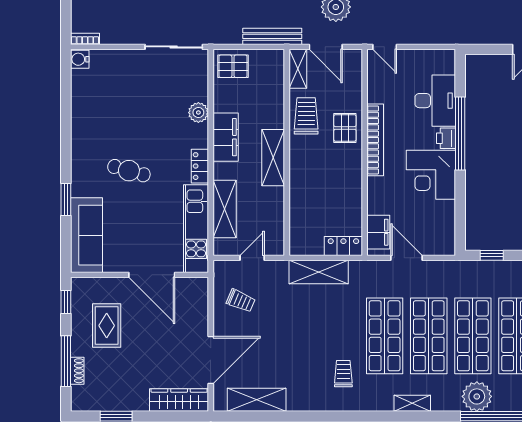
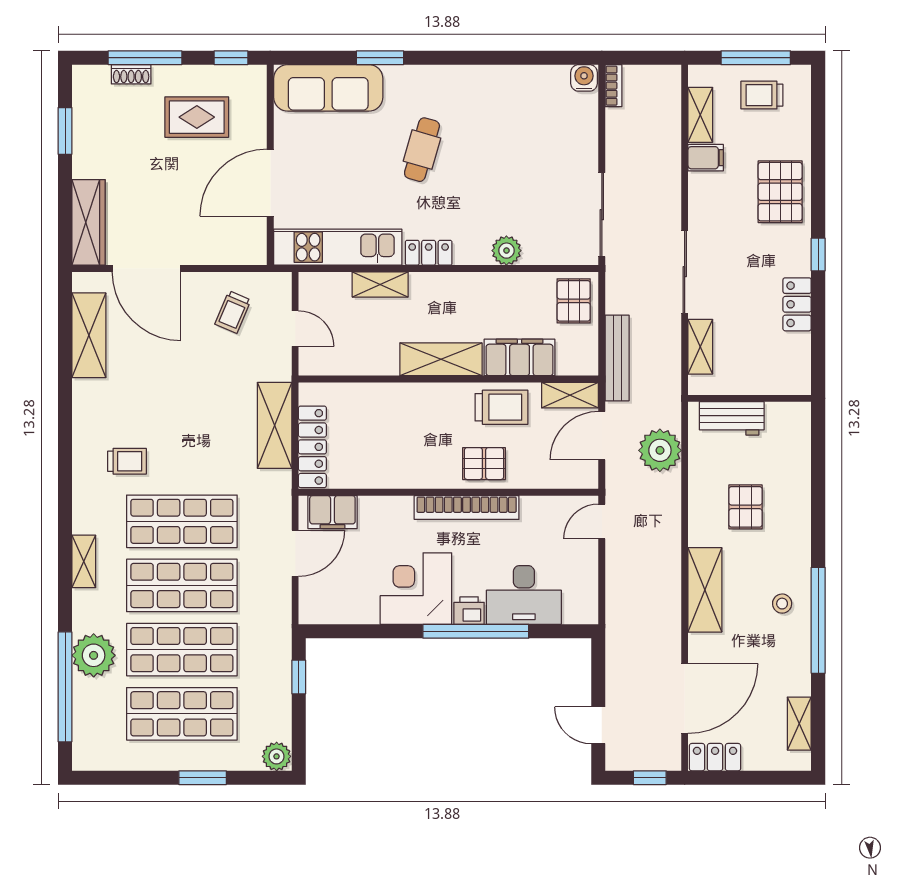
filing cabinet: (226, 137) -> (520, 357), moved, turned 180
shelving: (225, 209) -> (380, 284), width x0.67, depth x0.75
locker: (343, 246) -> (312, 447), width x1.53

